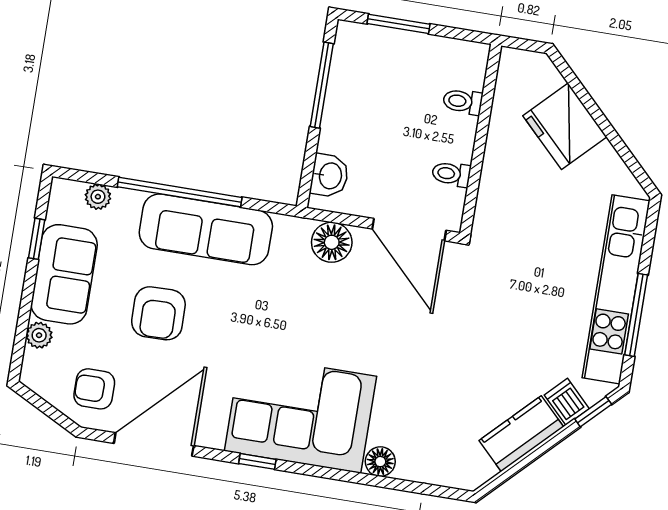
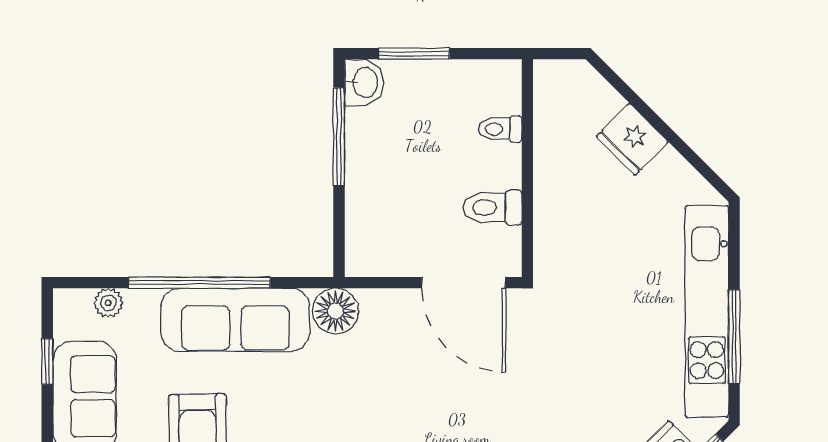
fridge: (565, 126) -> (632, 139), width x0.73, depth x0.75
toilet: (451, 174) -> (493, 208), width x1.37, depth x1.39
washbasin: (329, 176) -> (364, 83), moved
floor lamp: (332, 242) -> (336, 311), moved

